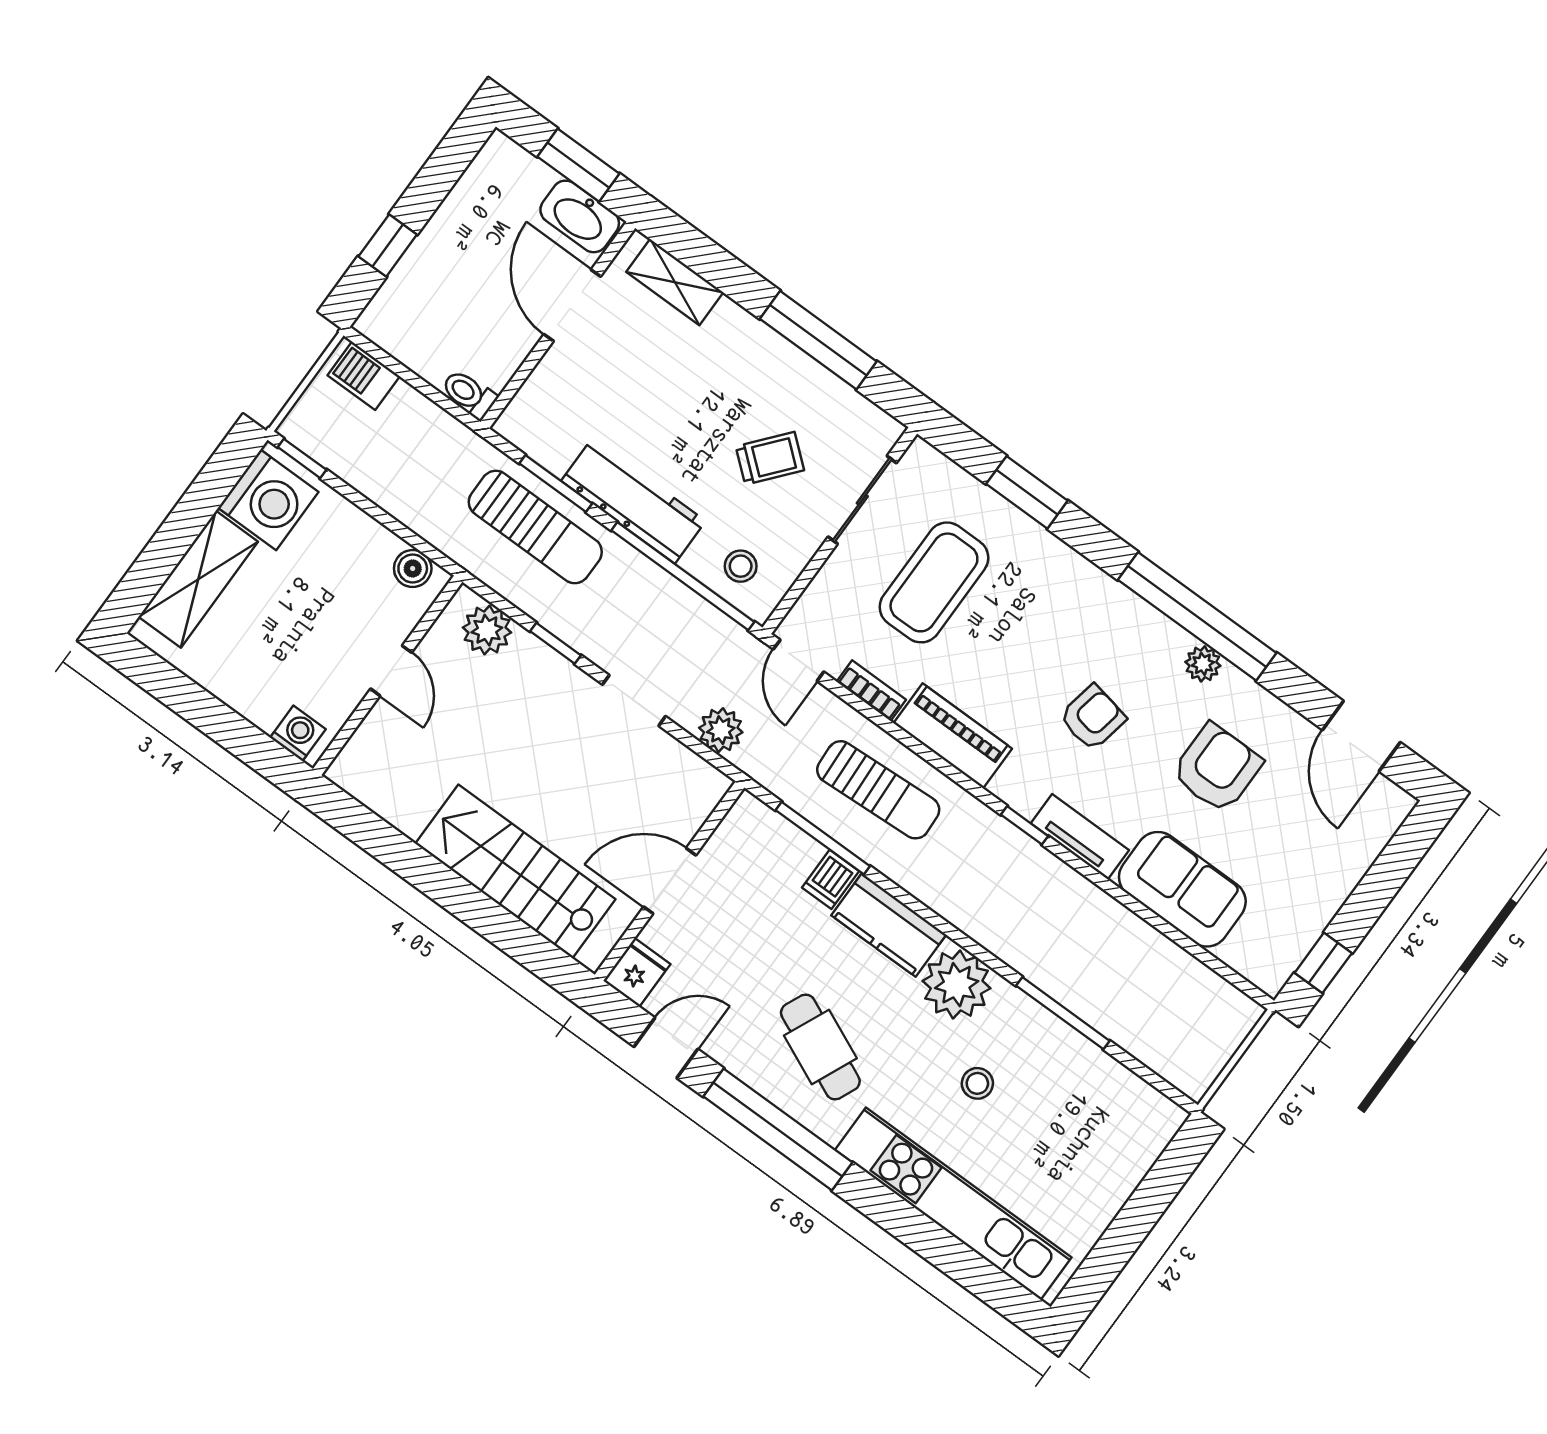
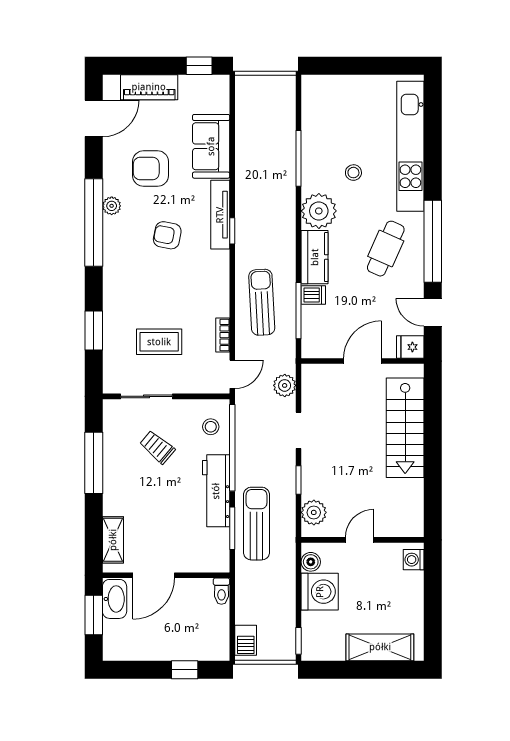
washing machine: (268, 500) -> (320, 592), moved, turned 90
coffee table: (934, 582) -> (159, 342), width x0.73, depth x0.76
piano: (953, 736) -> (149, 87), moved, turned -90
tv unit: (1080, 837) -> (220, 215), width x1.41
door: (670, 881) -> (362, 361), swing flipped

